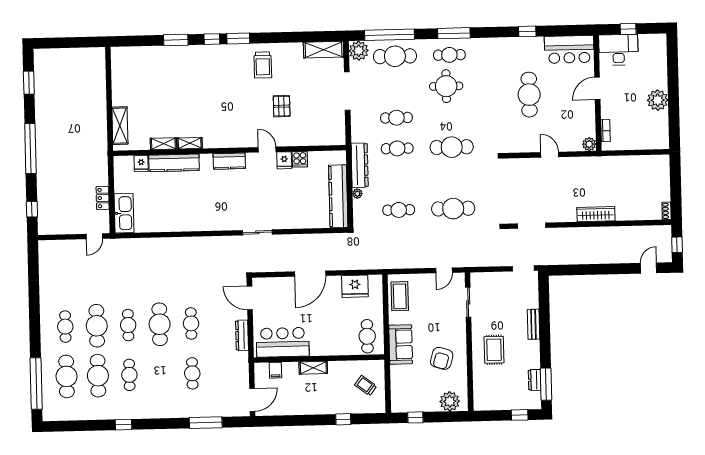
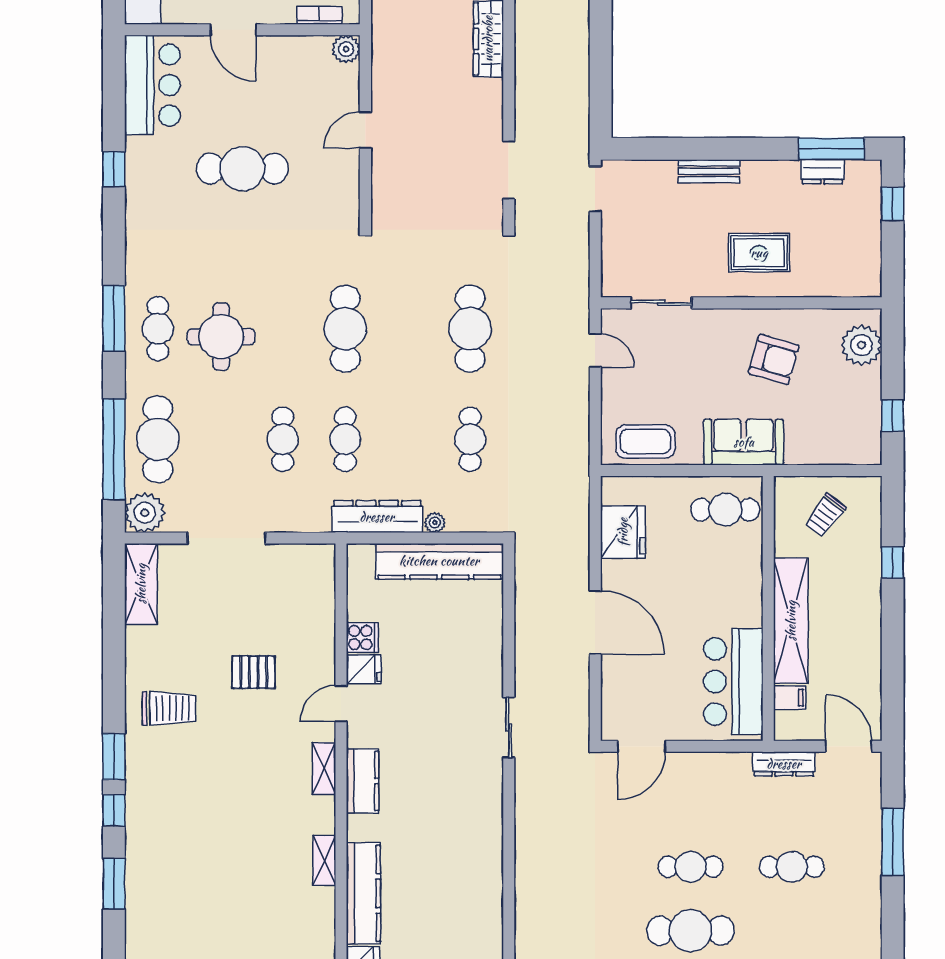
shelving: (163, 144) -> (324, 769), moved
dresser: (242, 335) -> (784, 764), moved
shelving: (313, 368) -> (791, 621), width x2.20, depth x1.33

